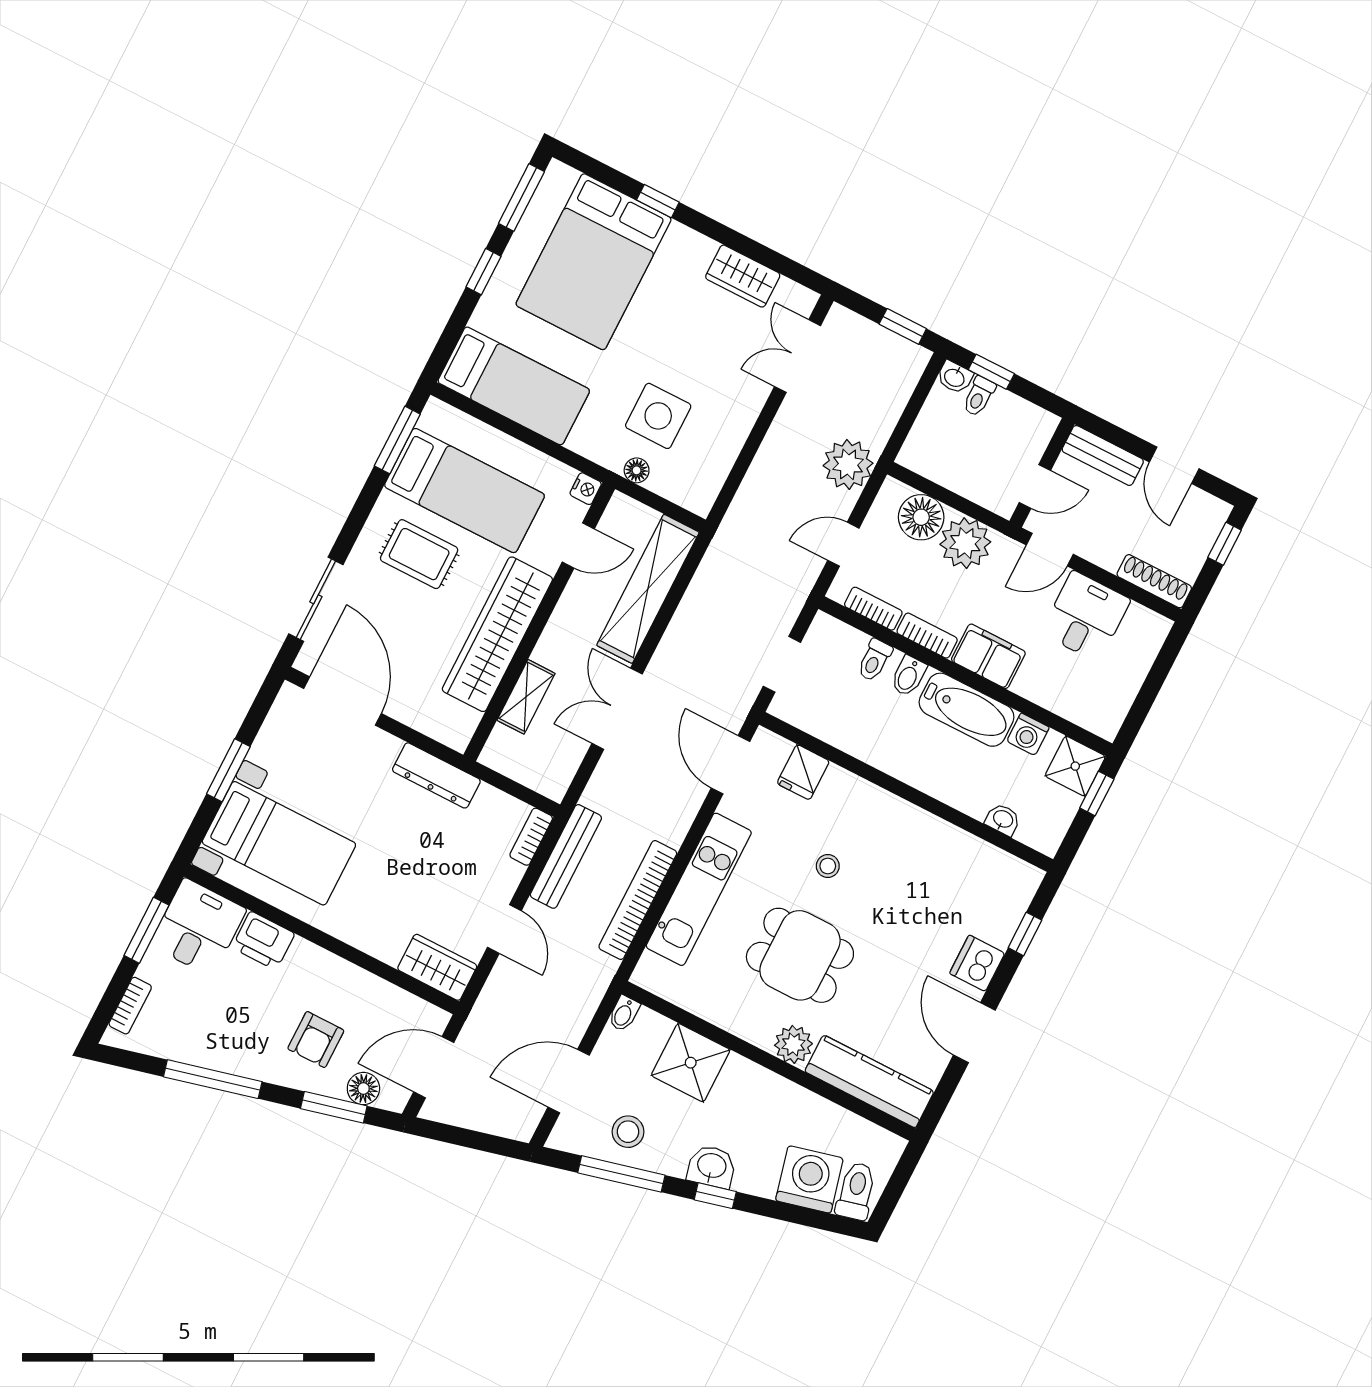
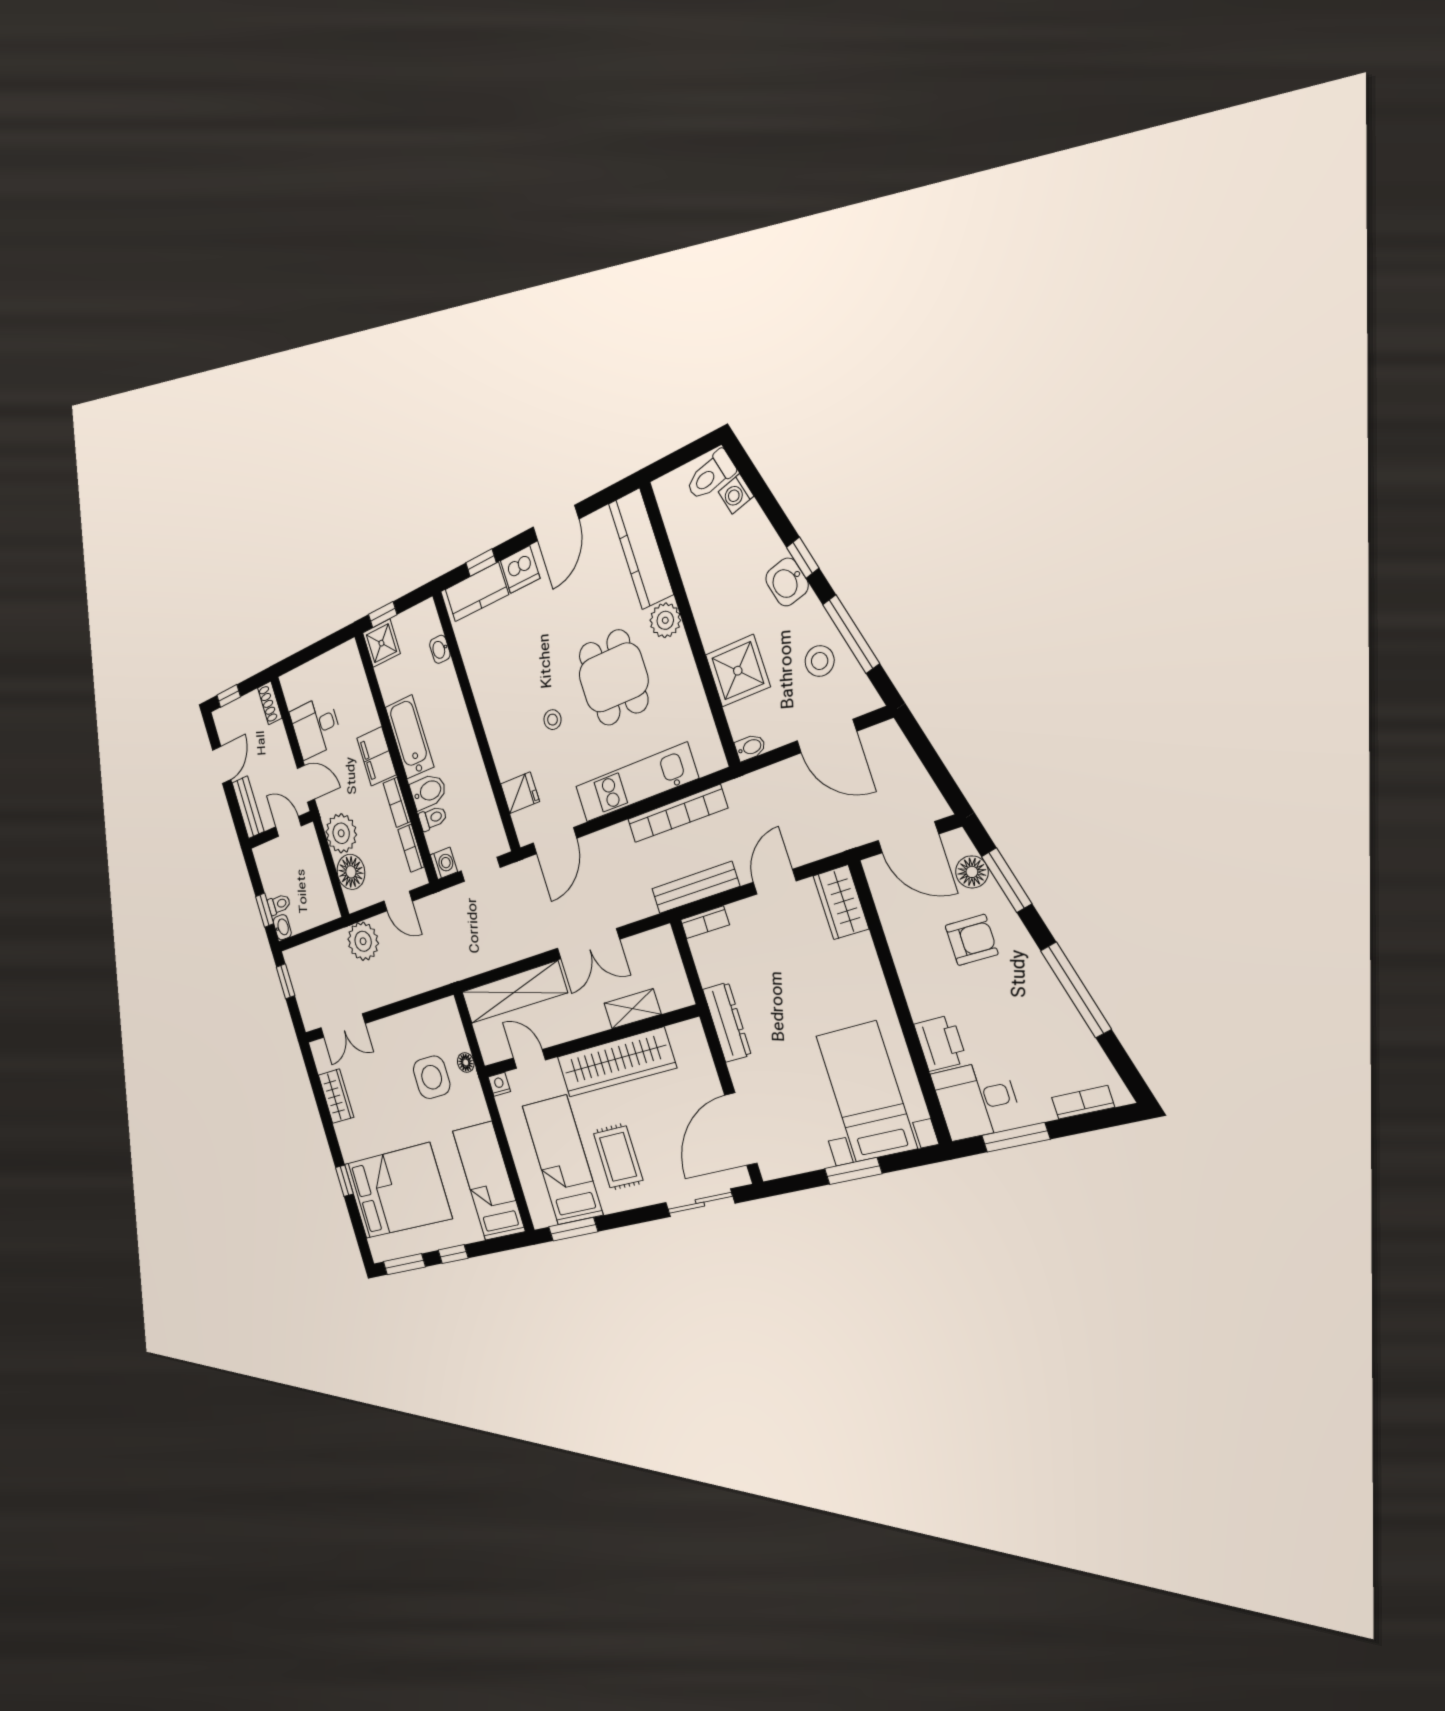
shoe rack: (1154, 581) -> (270, 703), width x0.70
bidet: (908, 676) -> (428, 791), width x1.38, depth x1.36
washing machine: (1028, 734) -> (444, 863), moved
kitchen counter: (1007, 905) -> (477, 592), added
washing machine: (809, 1179) -> (736, 494), width x0.53, depth x0.53

